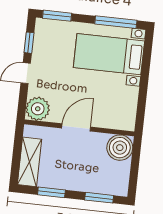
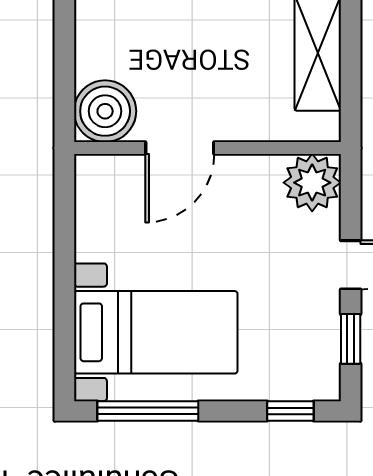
window: (57, 16) -> (290, 411), width x0.67
door: (76, 127) -> (180, 148), moved

